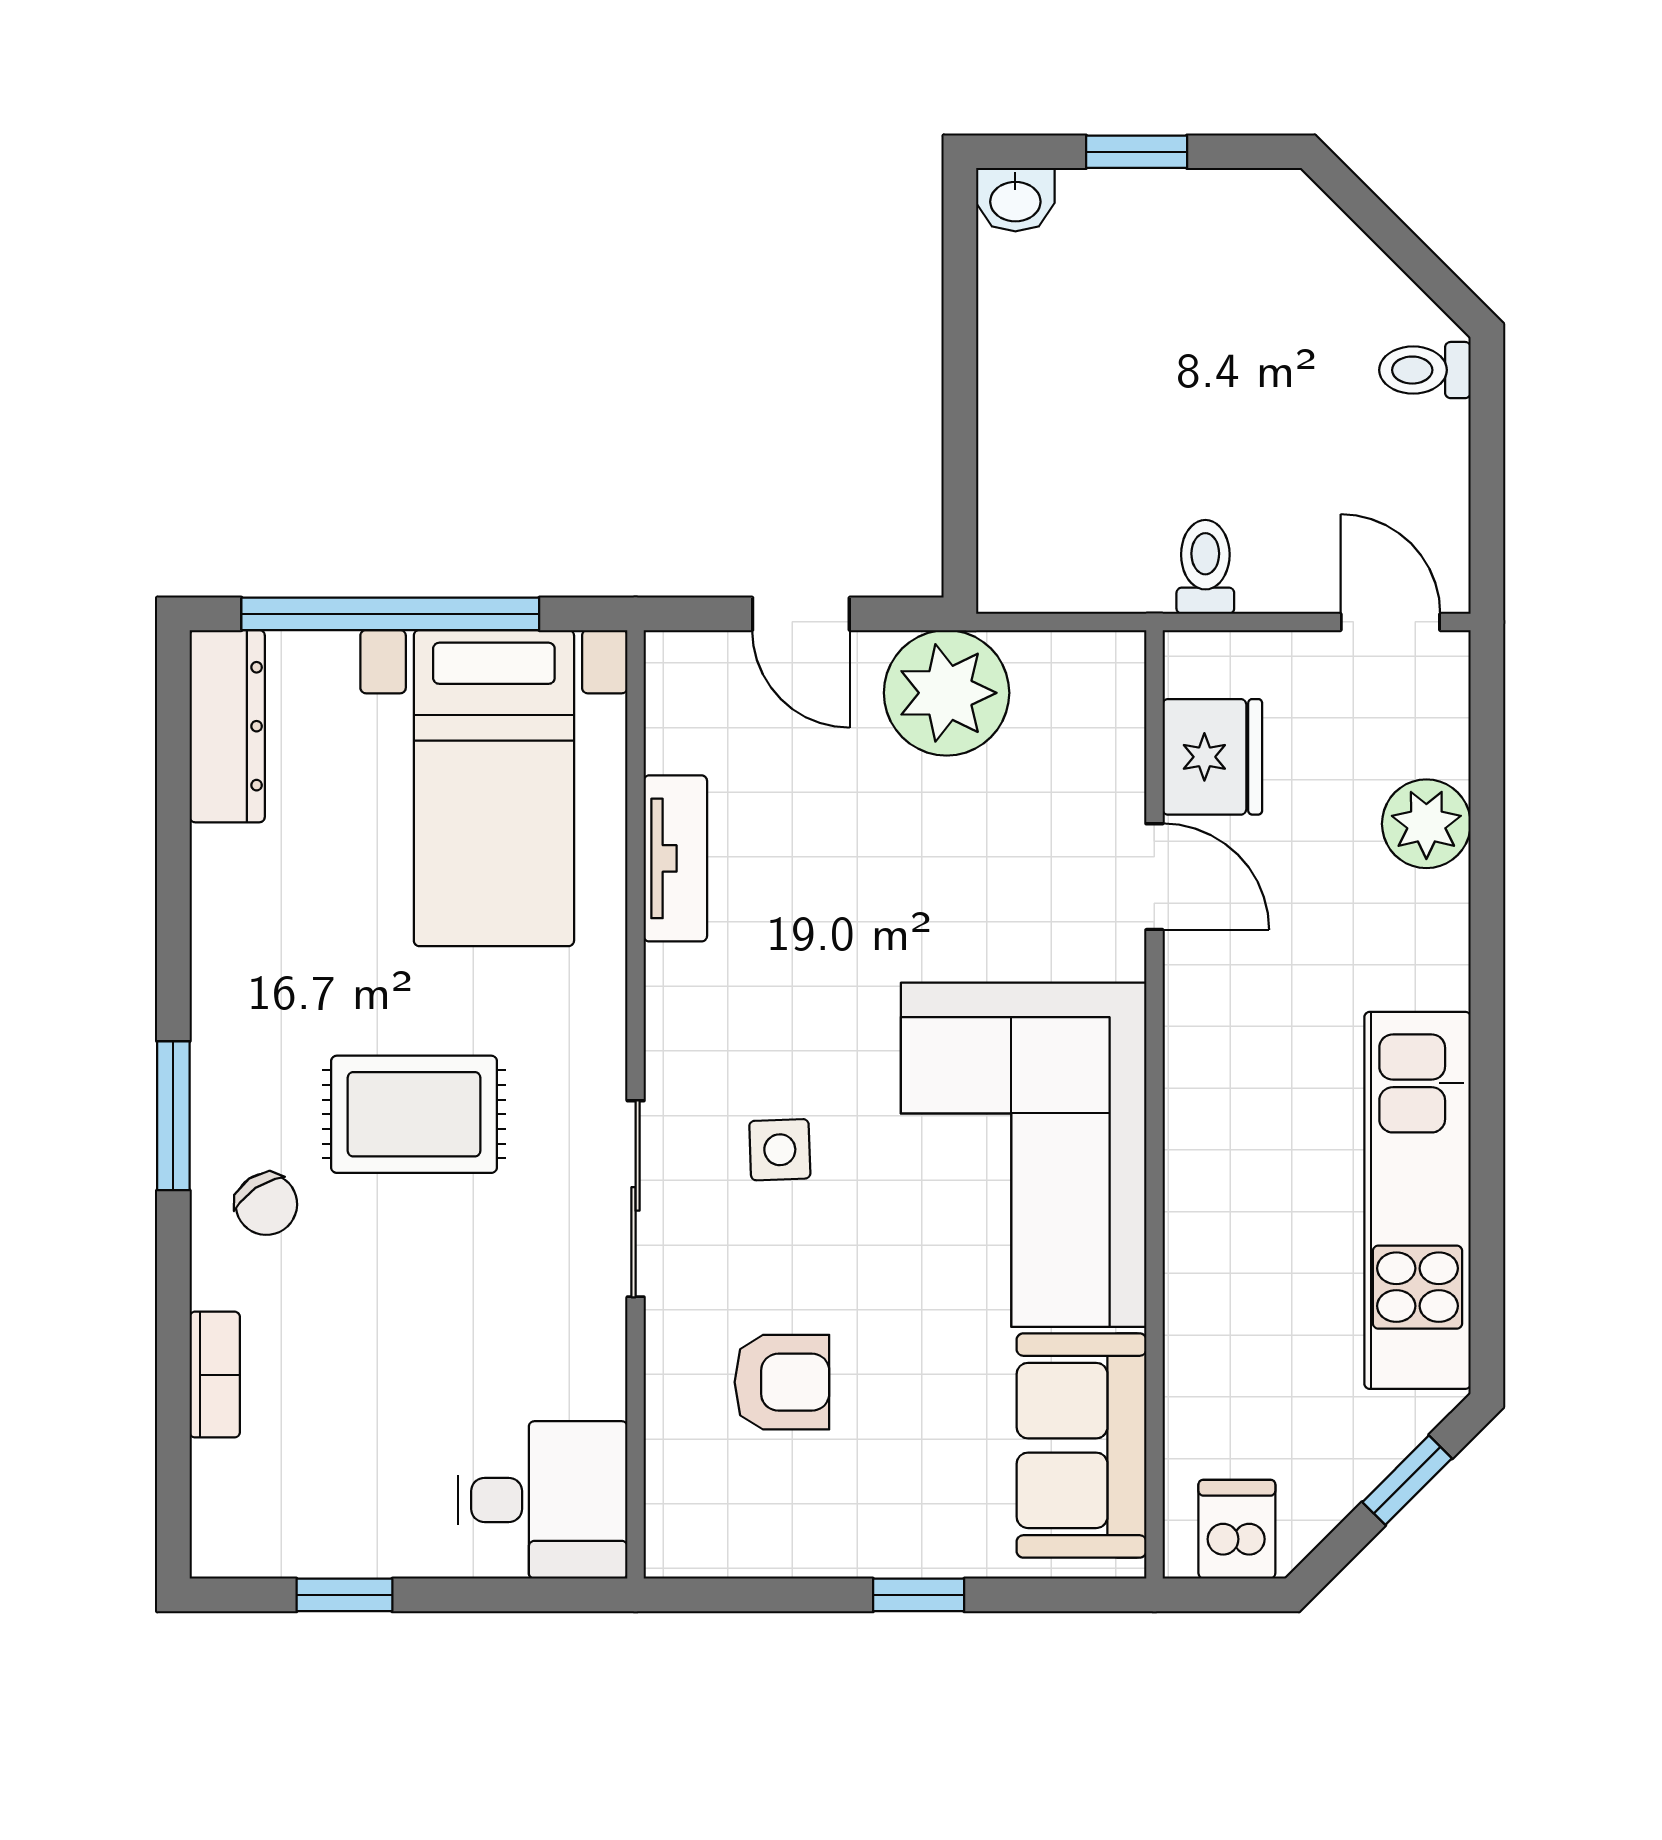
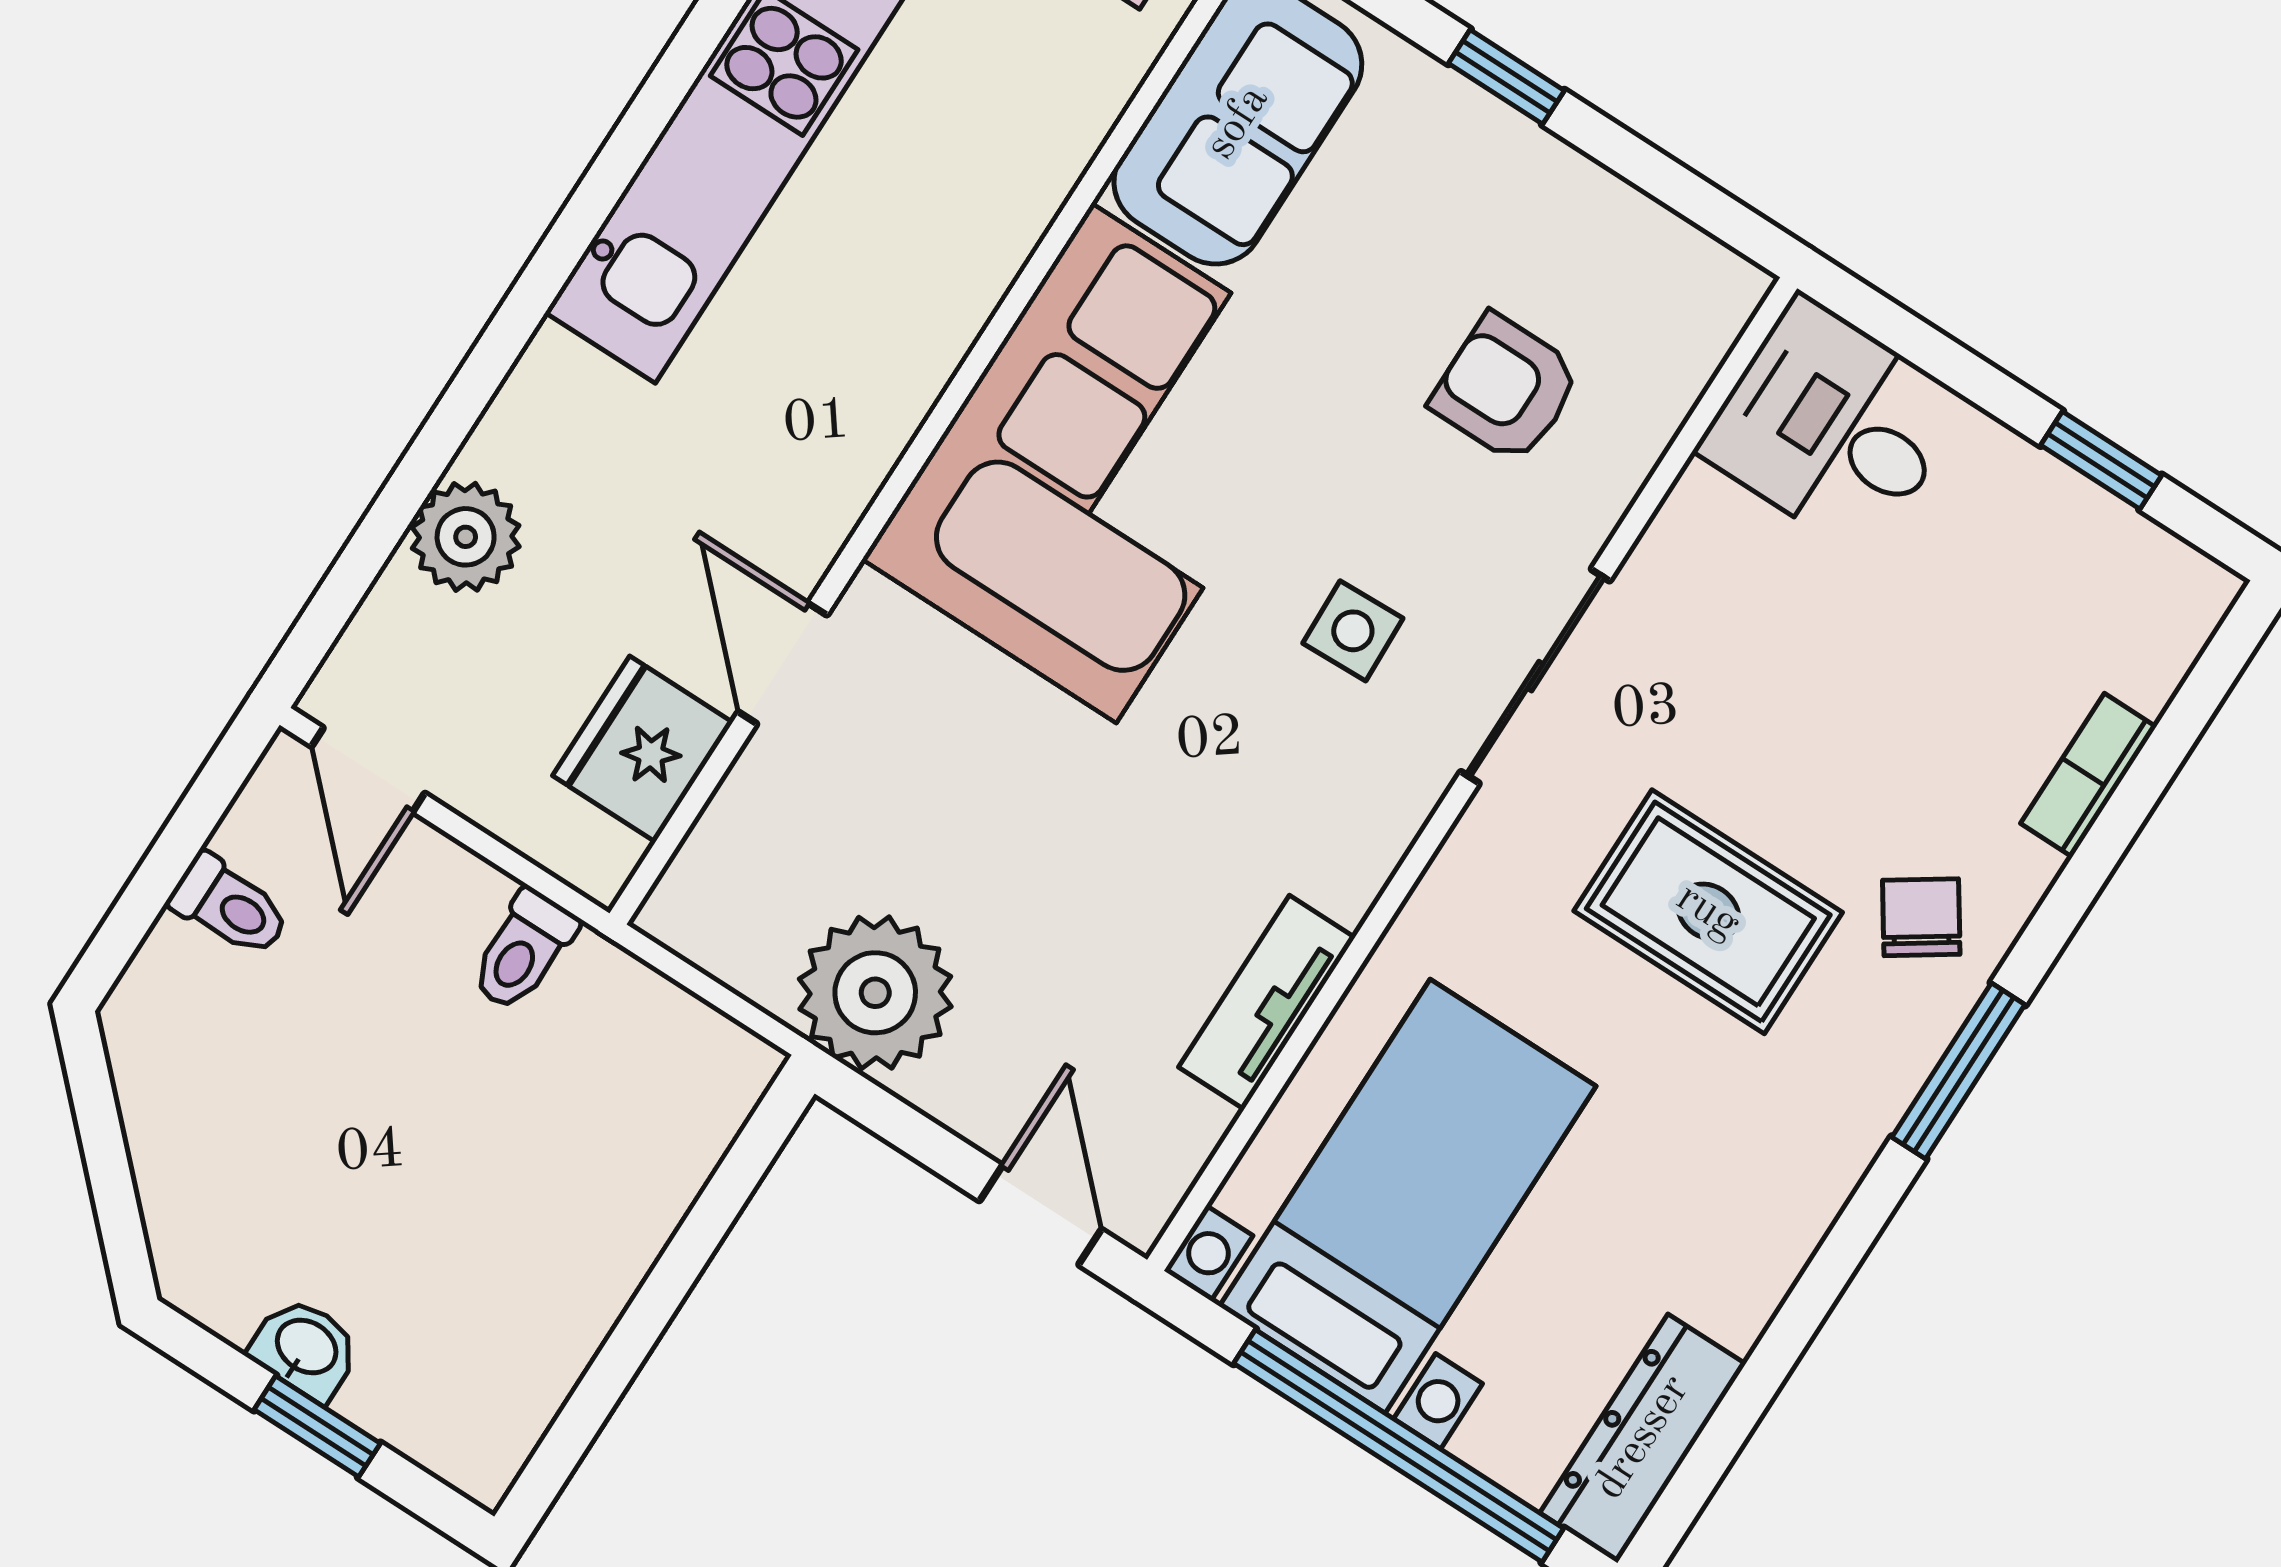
washbasin: (1015, 200) -> (305, 1348), moved
toilet: (1425, 370) -> (230, 906), moved
door: (801, 614) -> (1041, 1215), moved

